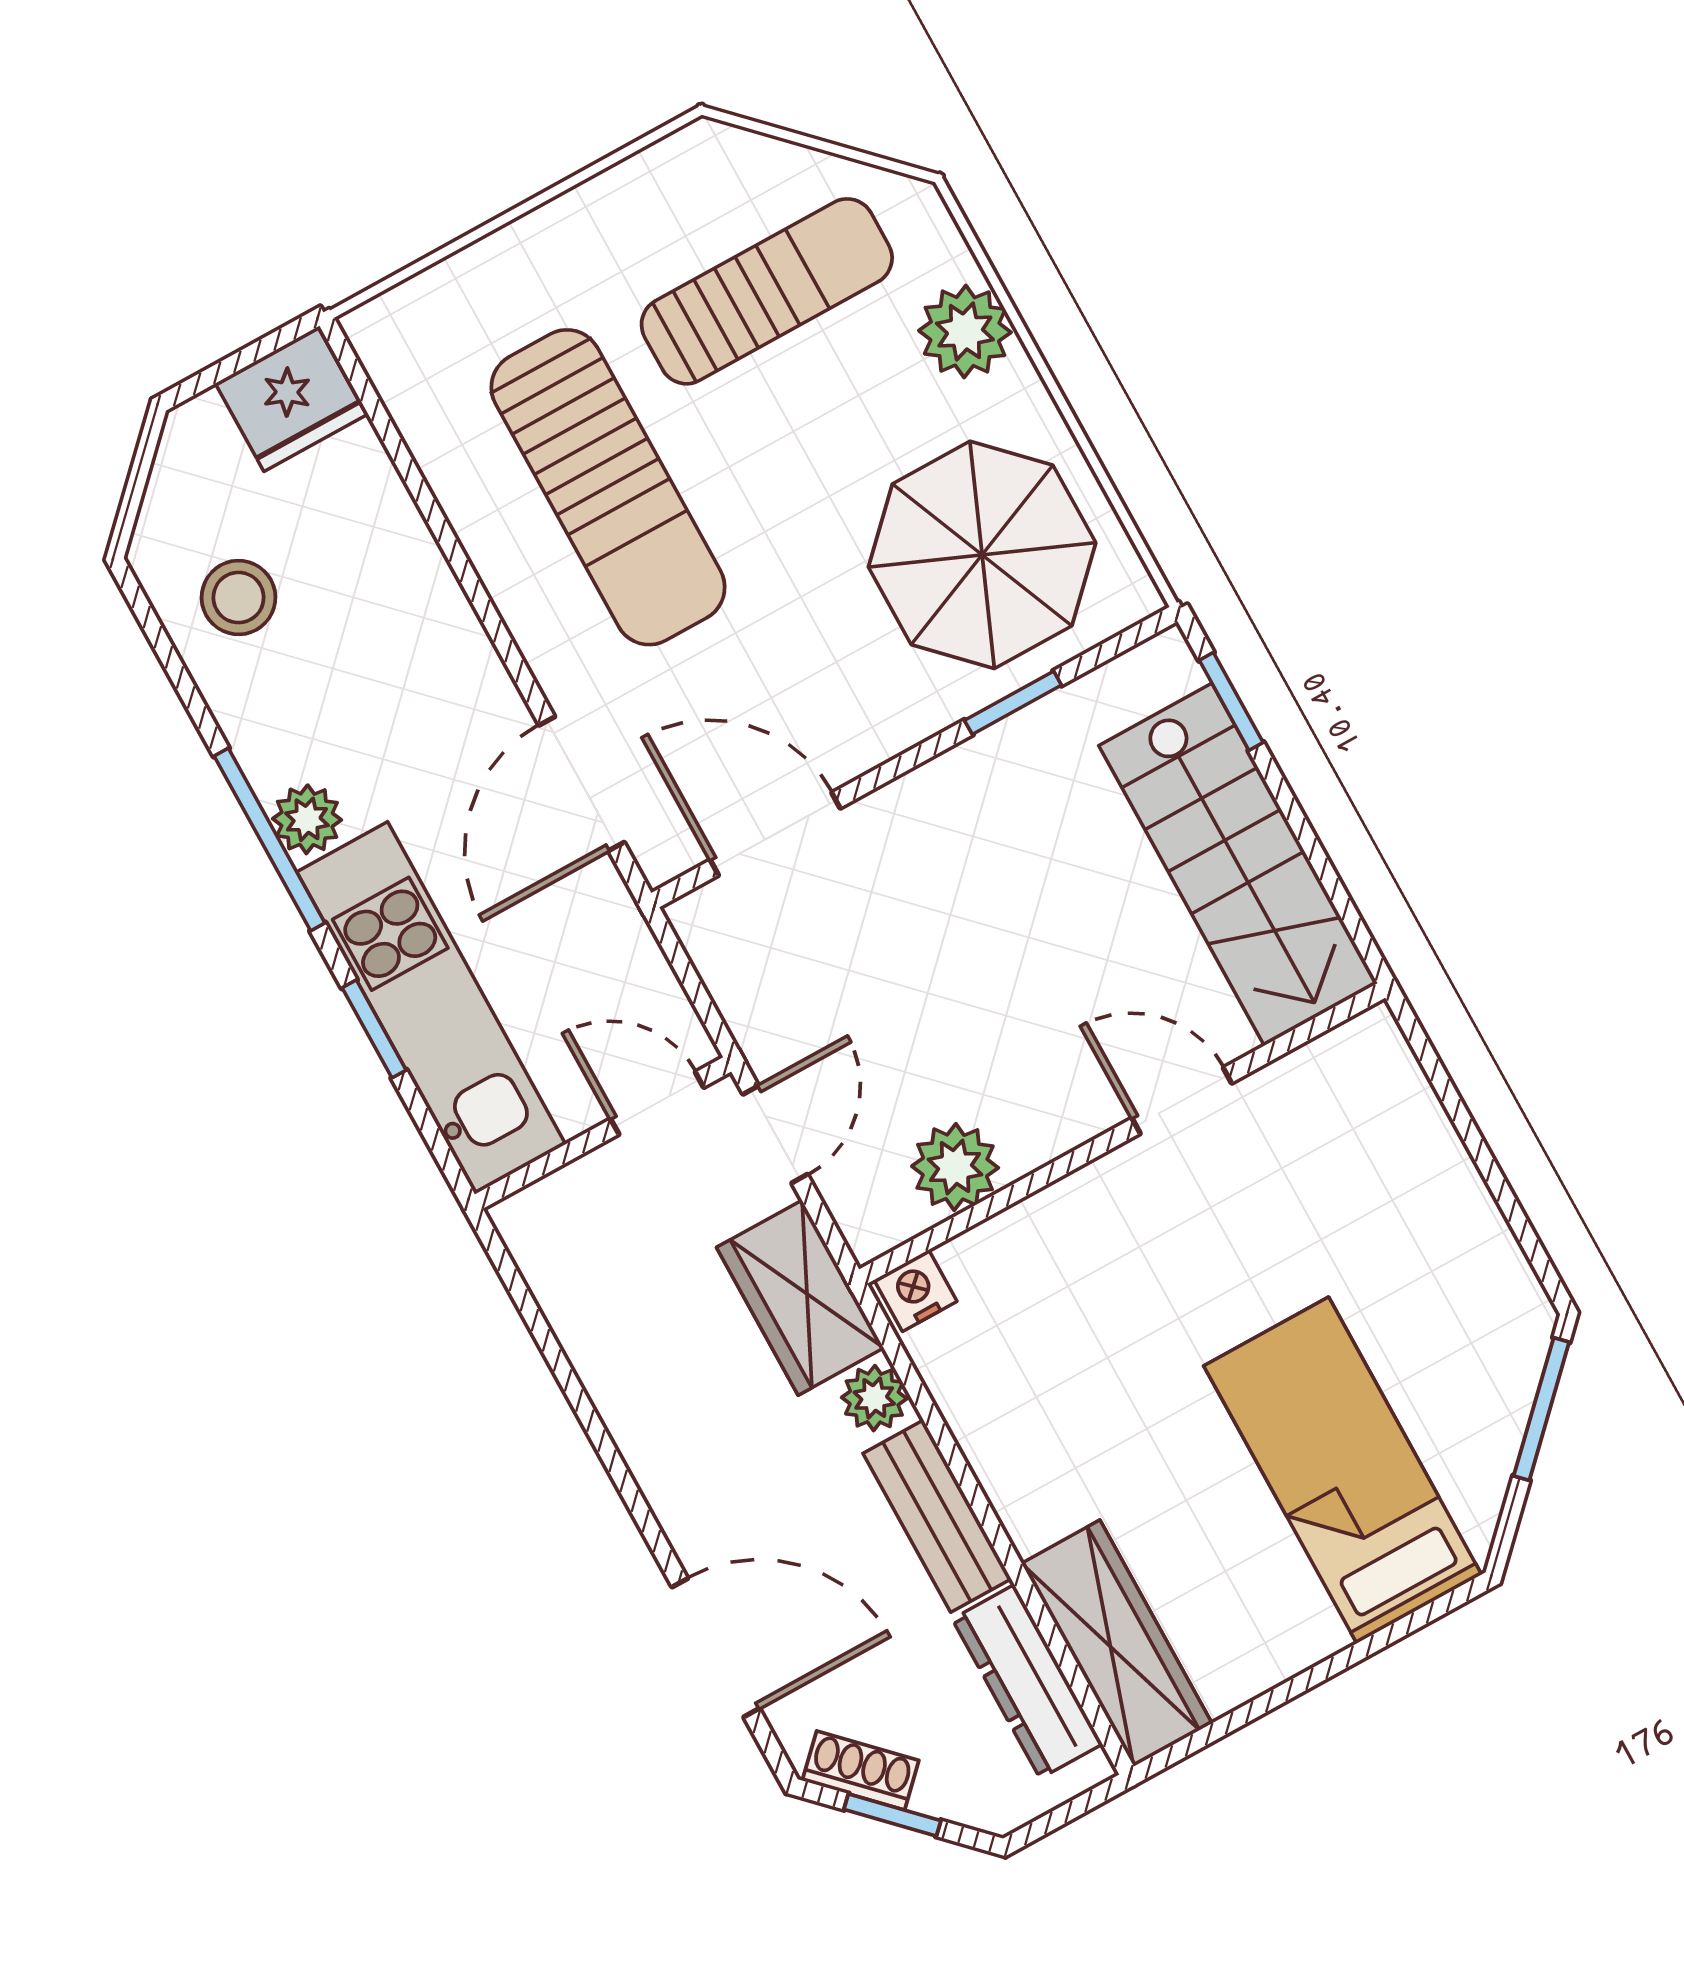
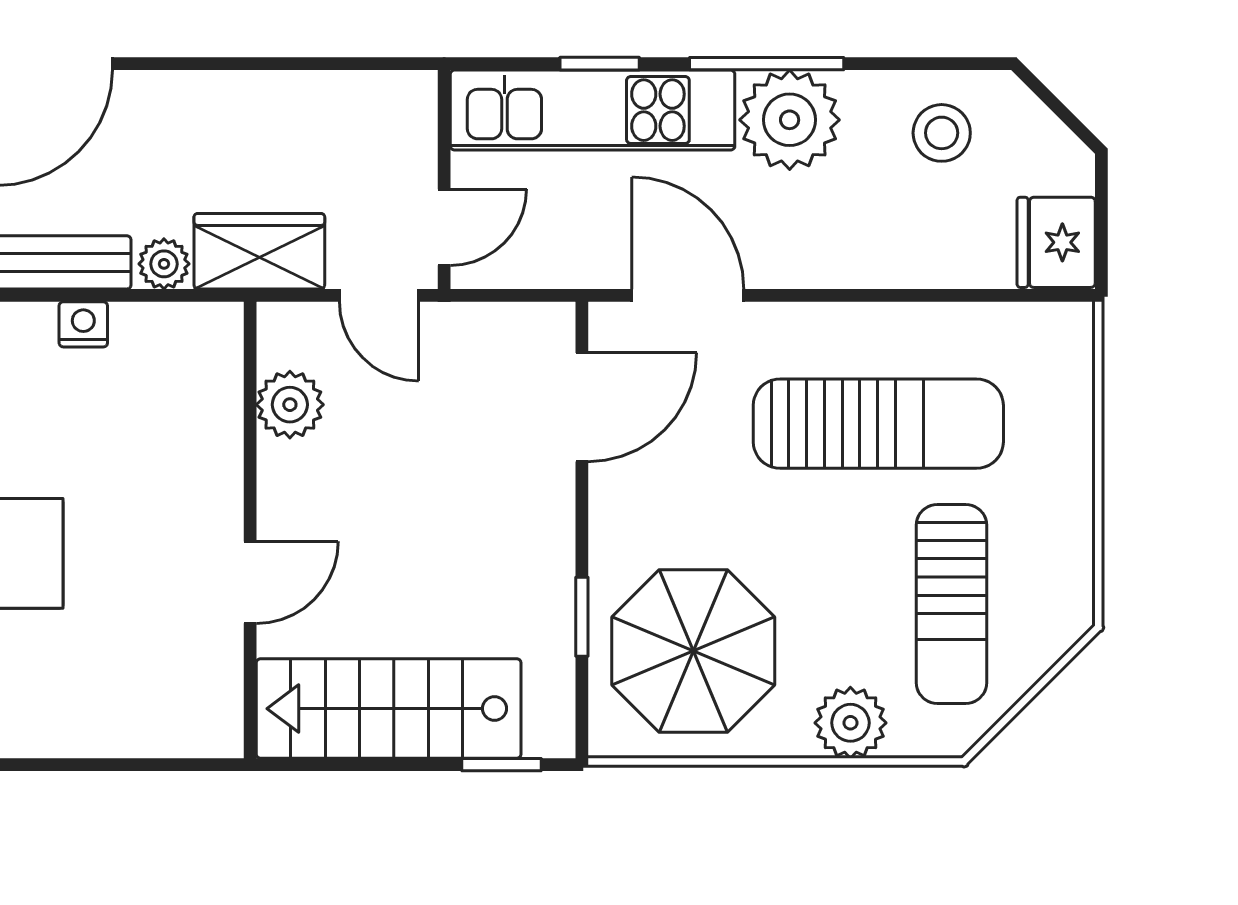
sun lounger: (608, 487) -> (878, 424), turned 180
plant: (307, 819) -> (790, 120), width x1.88, depth x1.88
nightstand: (915, 1291) -> (83, 324), moved, turned -90

